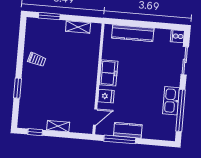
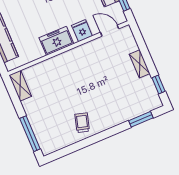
window: (49, 16) -> (30, 134), width x1.44
shelving: (78, 27) -> (20, 86), moved
window: (18, 88) -> (141, 119), moved

